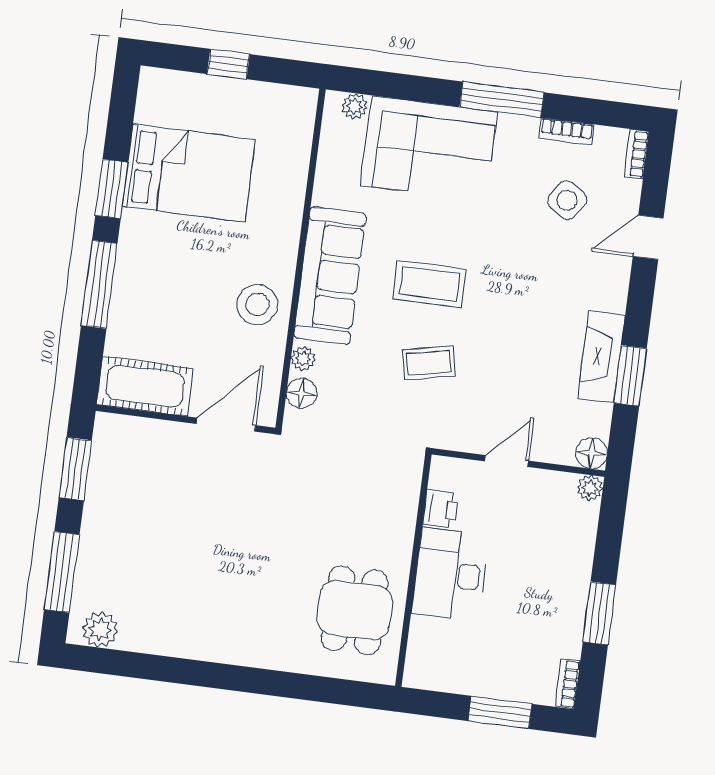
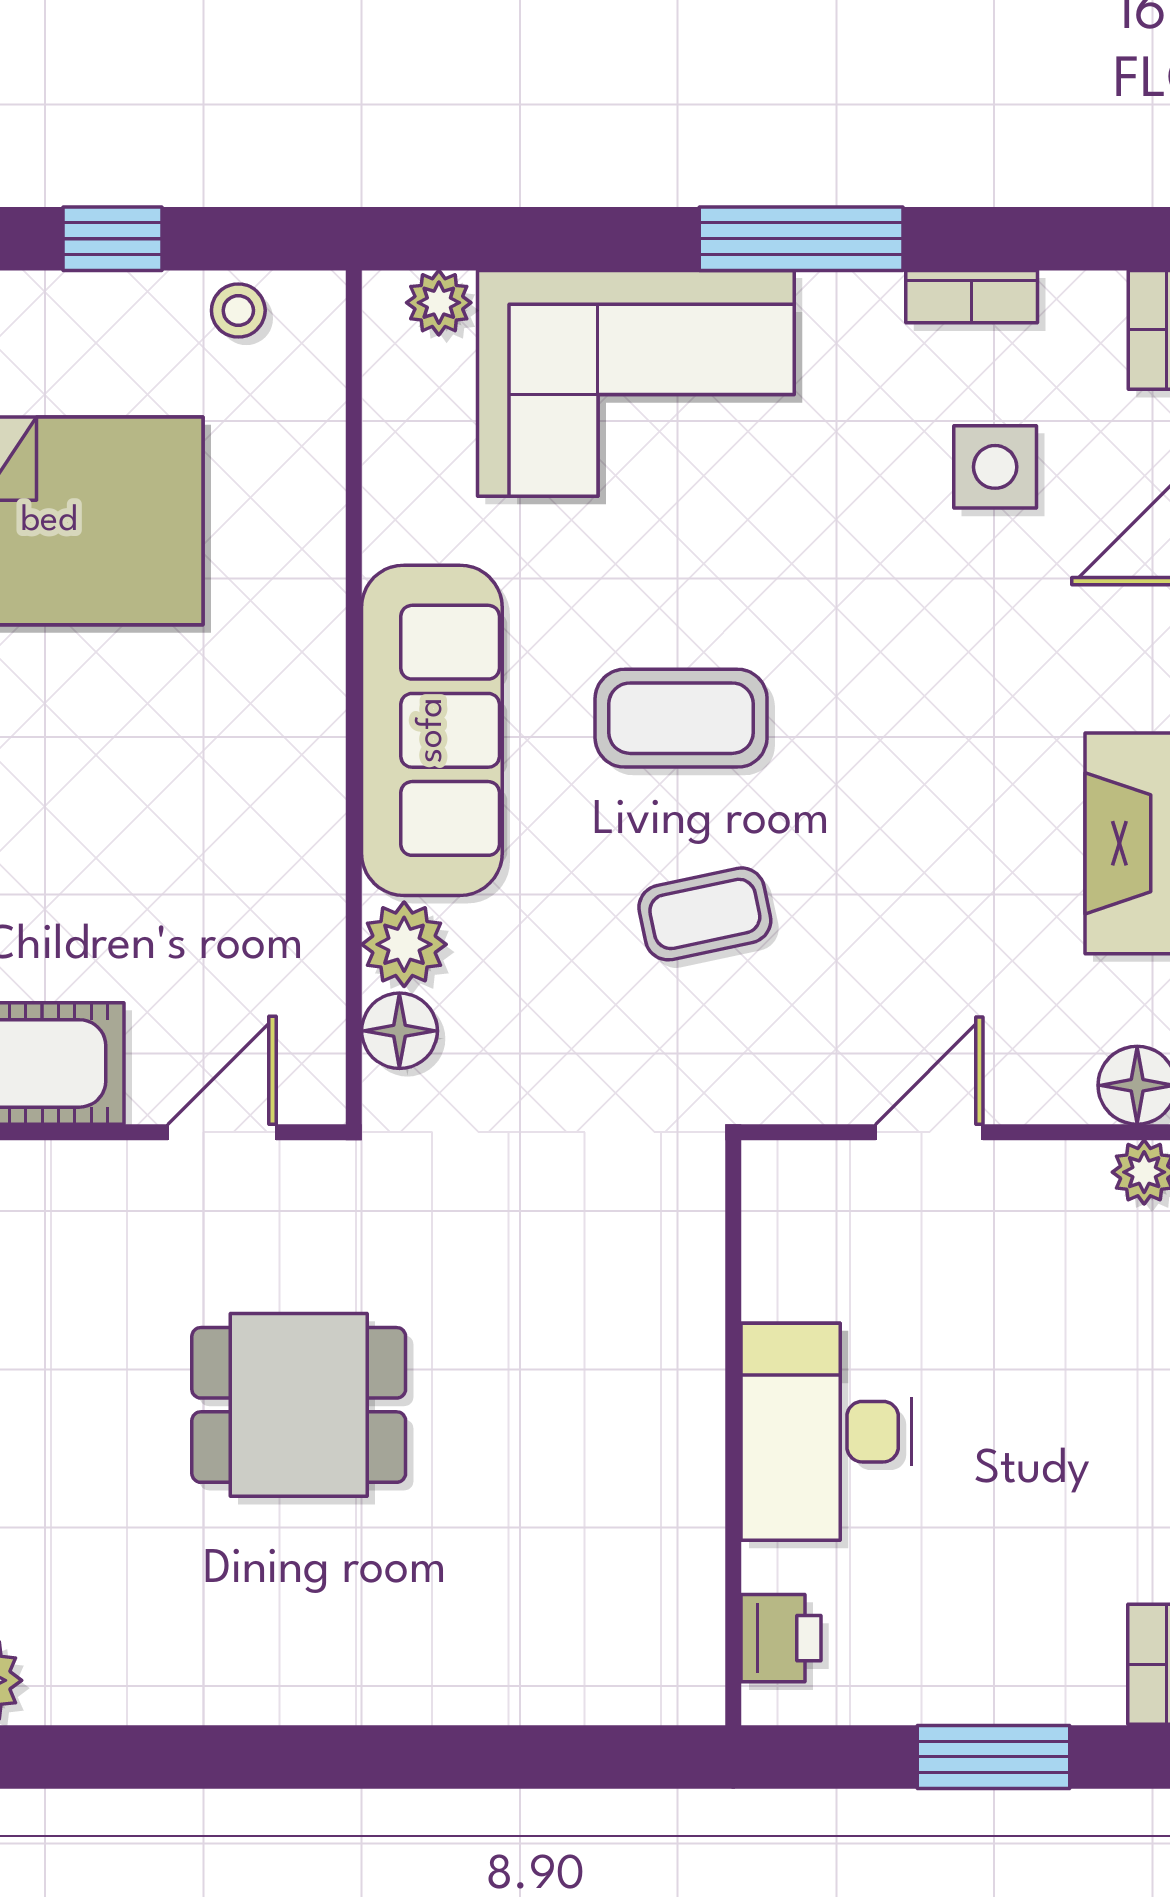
side table: (567, 200) -> (995, 467), turned -34
stool: (257, 304) -> (238, 310), moved, width x0.53, depth x0.53
plant: (303, 359) -> (404, 944), width x1.38, depth x1.38
door: (226, 425) -> (222, 1132), width x0.73
printer: (441, 509) -> (781, 1638), moved
dining table: (355, 610) -> (299, 1405), moved, turned 90

